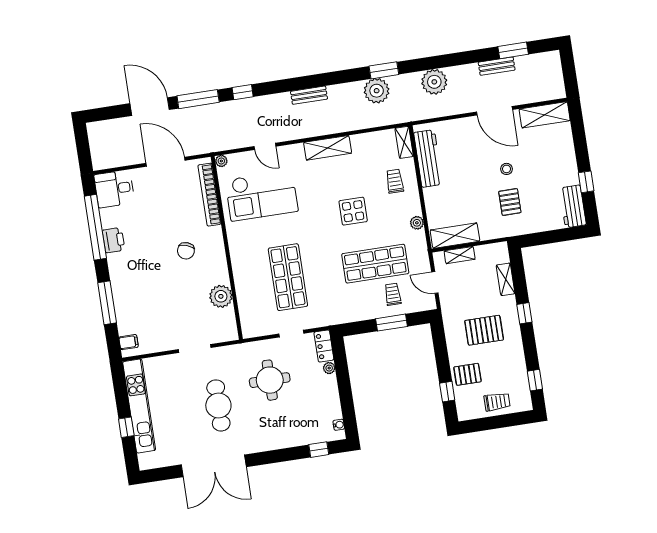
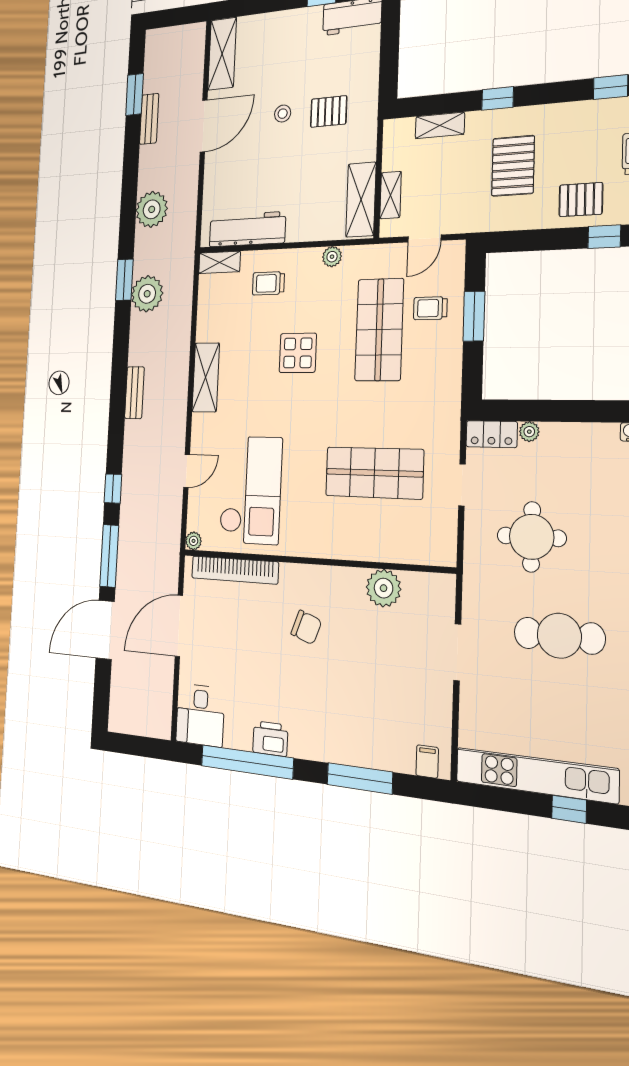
pallet: (467, 374) -> (581, 200), turned 90

